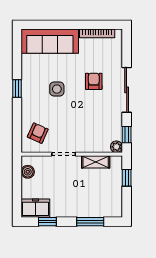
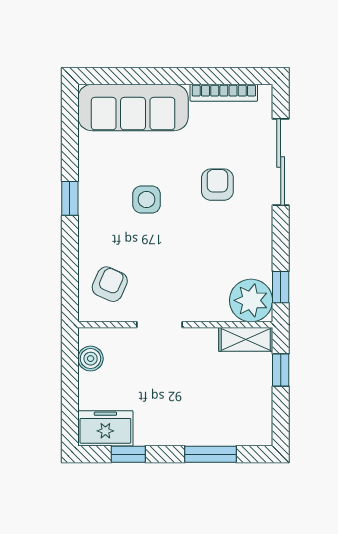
sliding door: (127, 90) -> (281, 162), moved
plant: (116, 147) -> (251, 300), width x1.88, depth x1.88
shelving: (96, 162) -> (246, 339), moved

